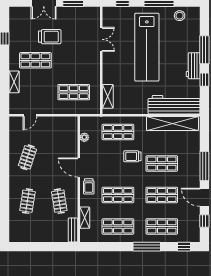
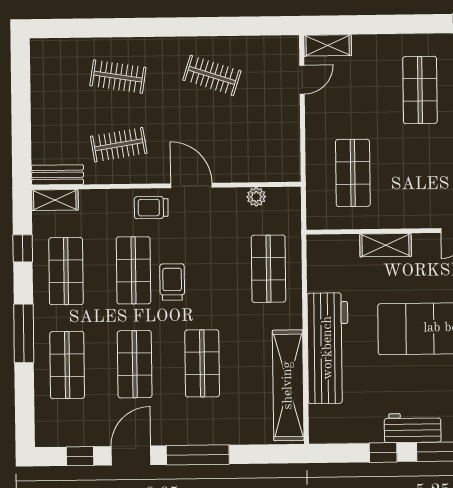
shelving: (14, 82) -> (328, 45), moved
shelving: (108, 96) -> (386, 245), moved
workbench: (174, 105) -> (328, 348), moved
door: (30, 115) -> (302, 80), swing flipped
trolley: (132, 156) -> (172, 282), moved
door: (79, 167) -> (191, 186), hinge flipped
shelving: (85, 218) -> (55, 200), moved
window: (184, 247) -> (23, 248), moved

